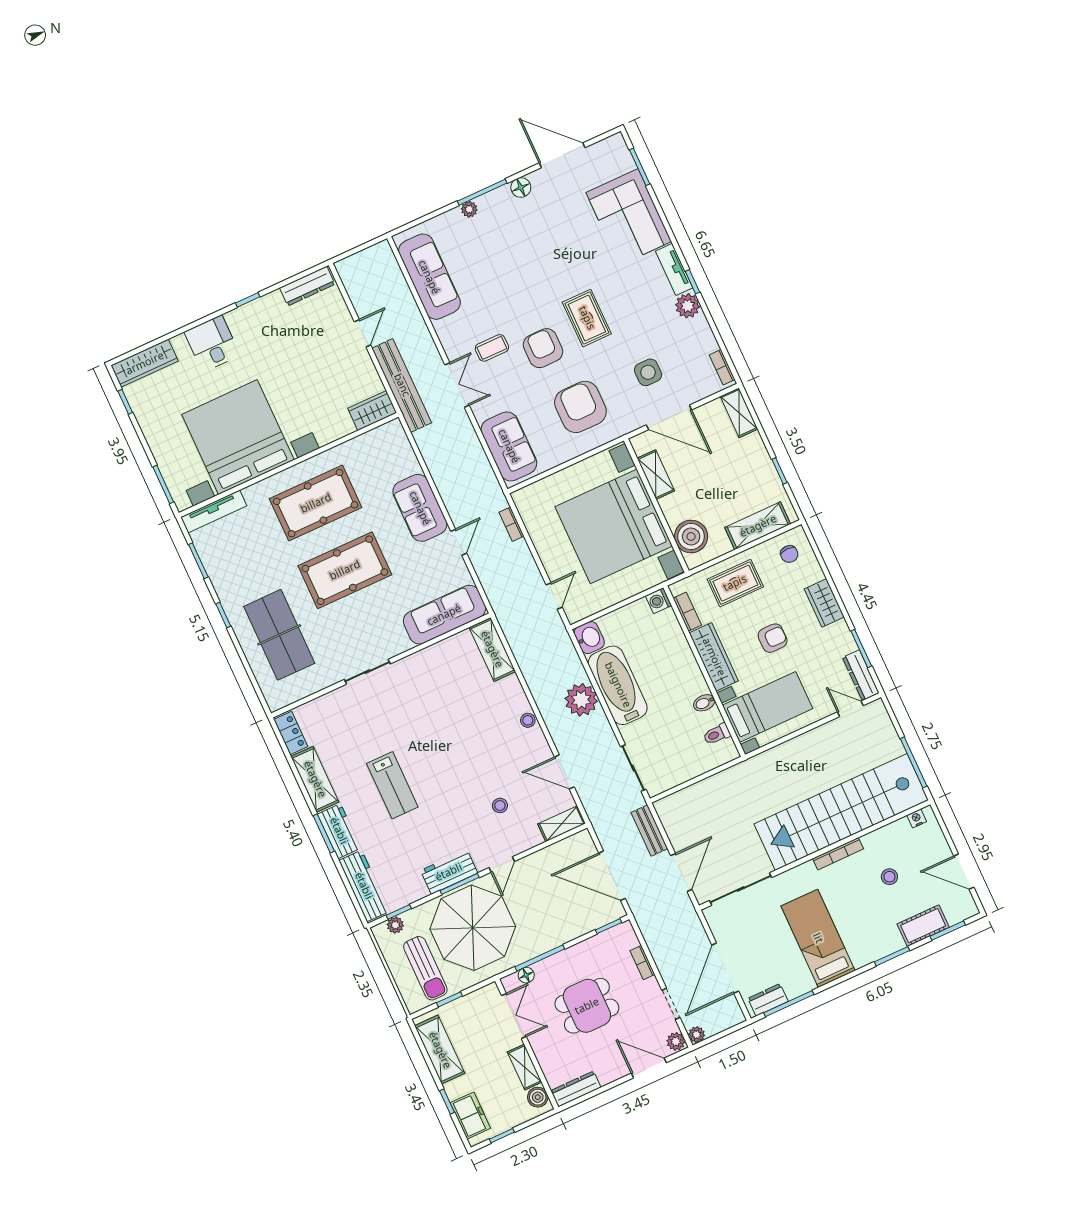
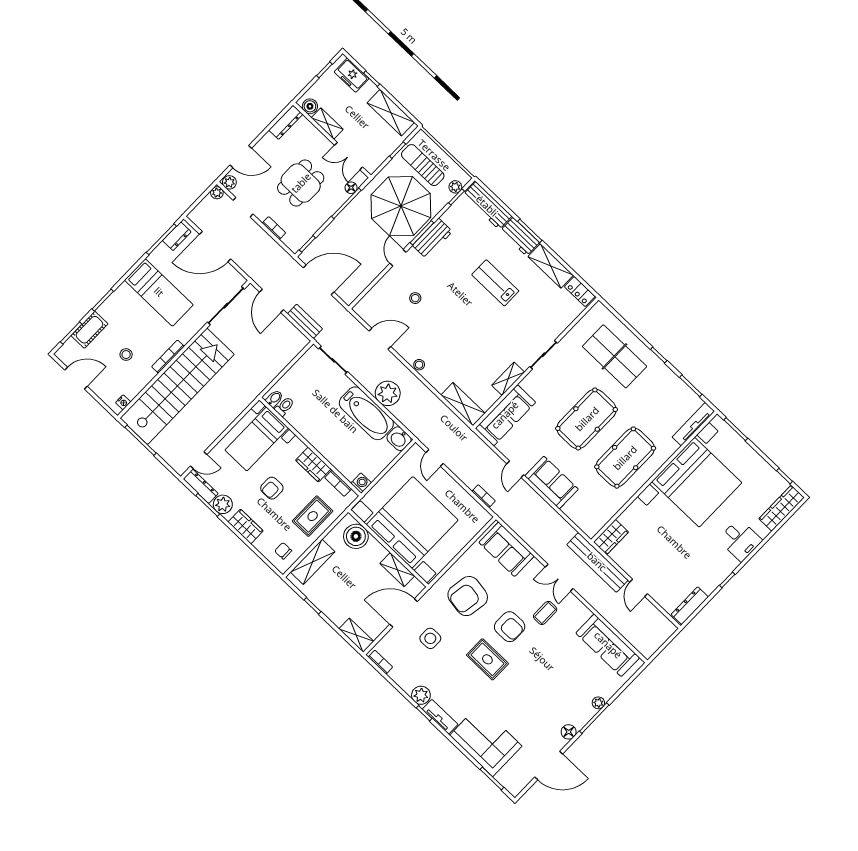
armchair: (580, 407) -> (468, 596), turned 99
plant: (842, 642) -> (223, 504), added
wardrobe: (714, 657) -> (313, 465), width x0.67
bidet: (704, 703) -> (274, 399), moved
shelving: (562, 824) -> (508, 379), moved
door: (725, 968) -> (215, 247), swing flipped

